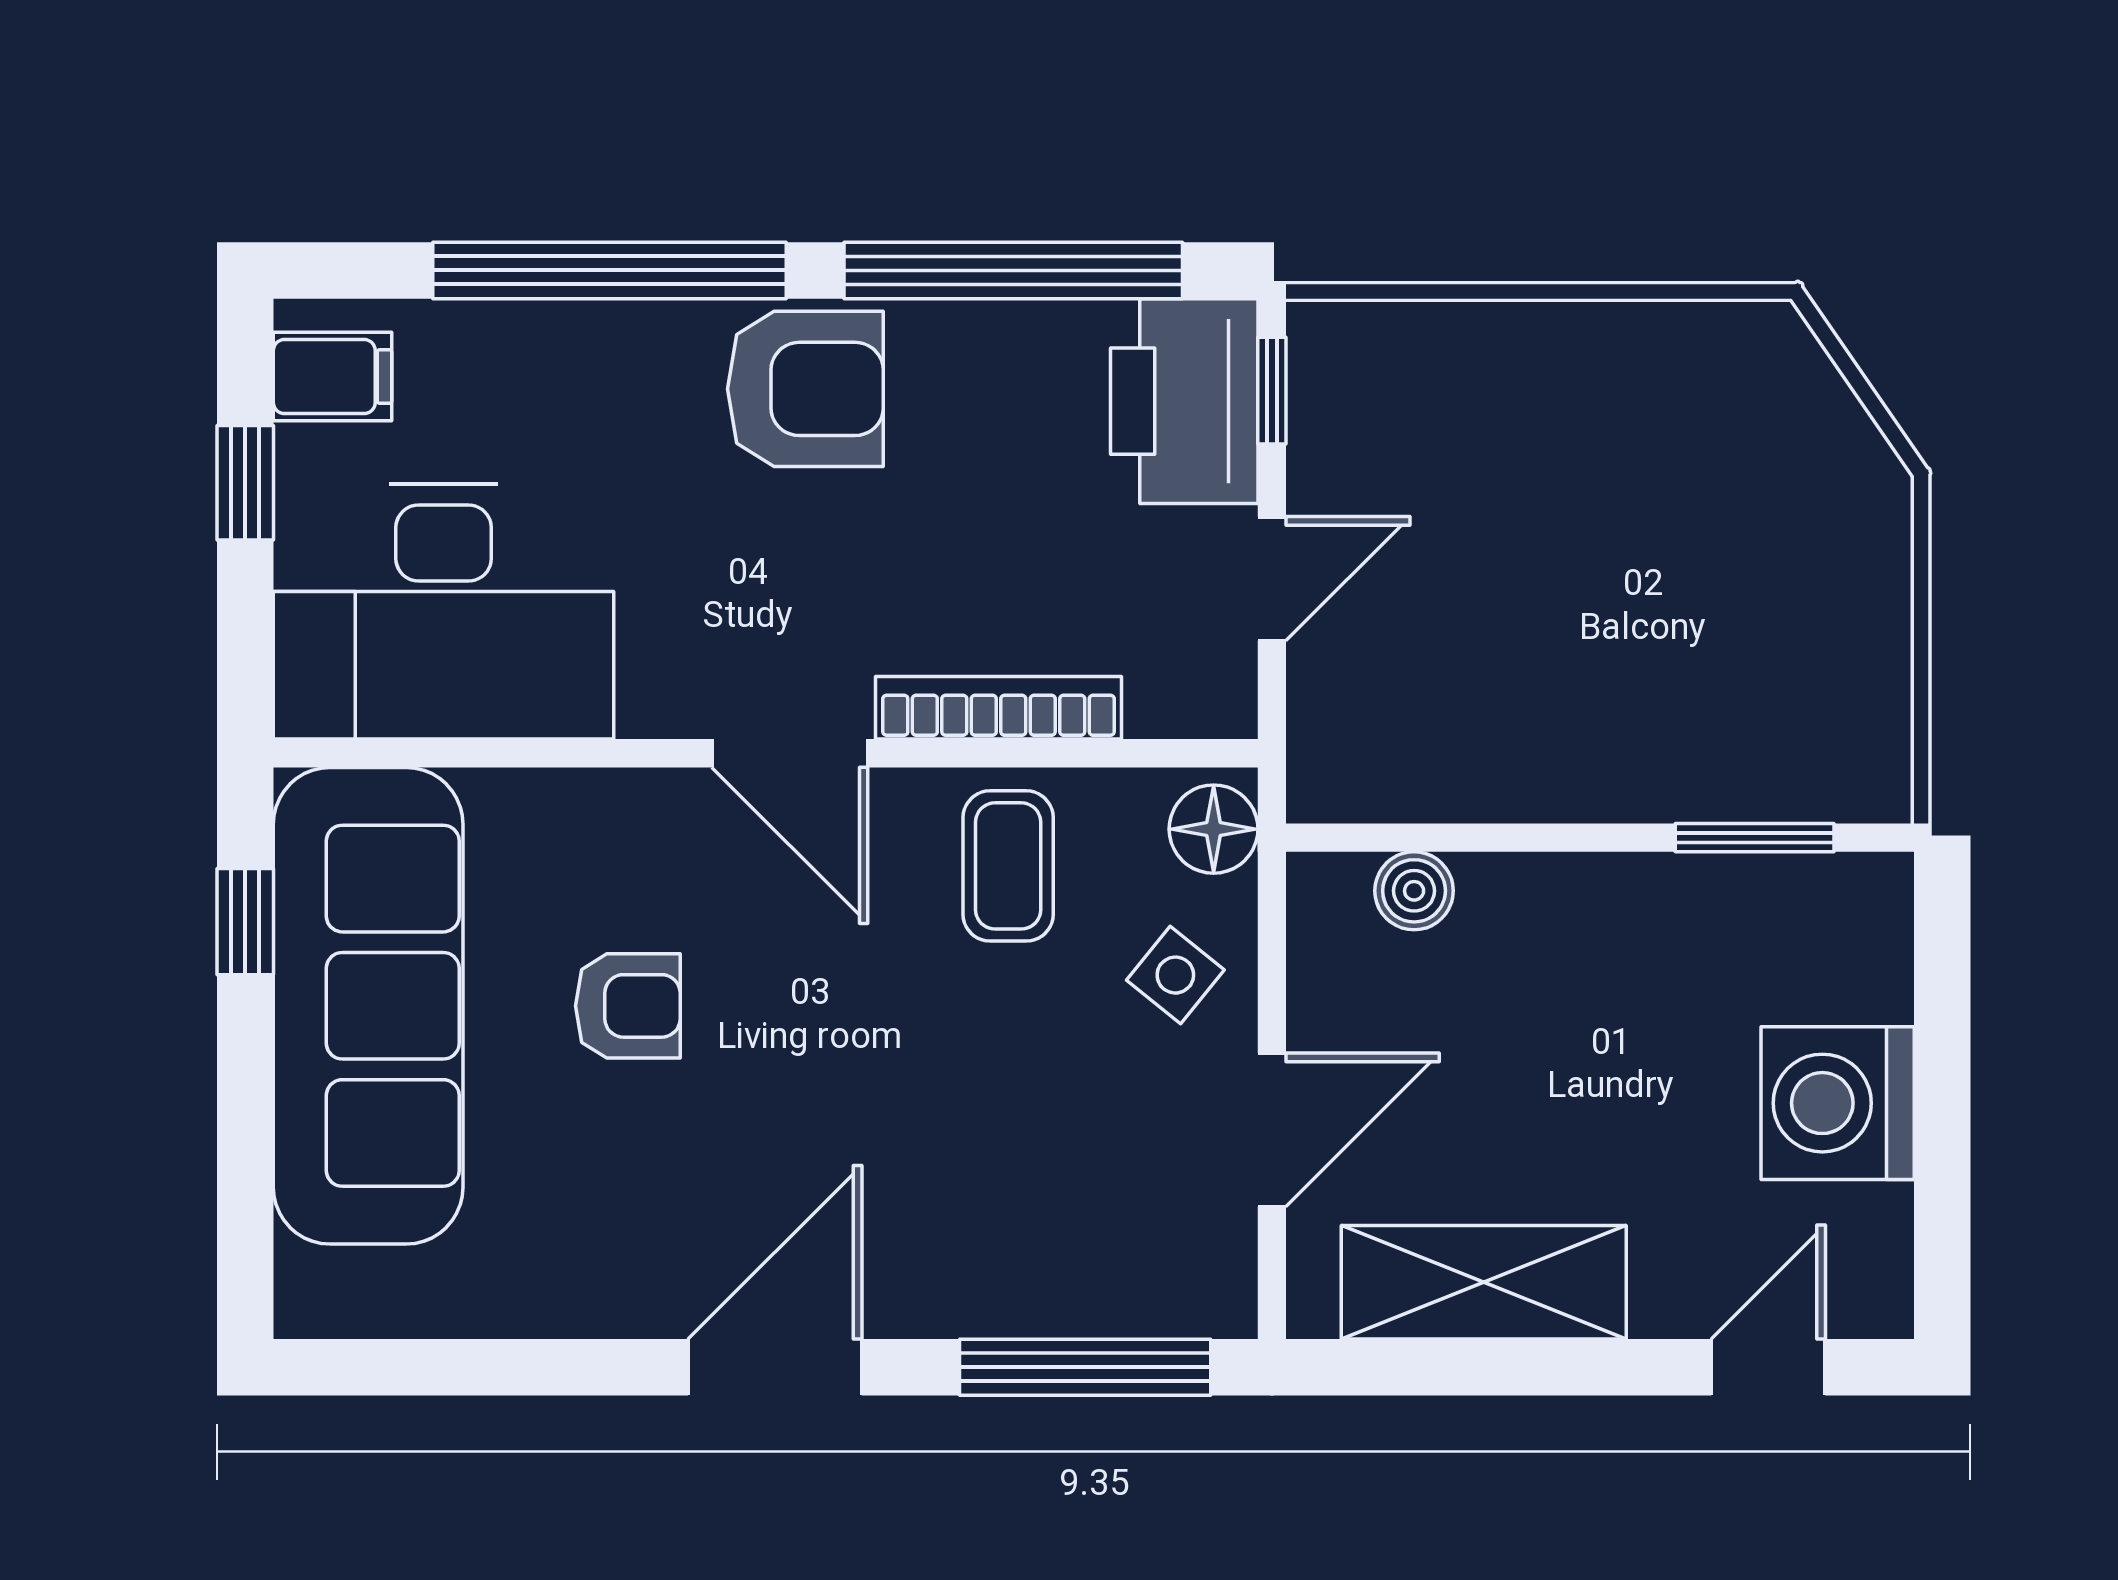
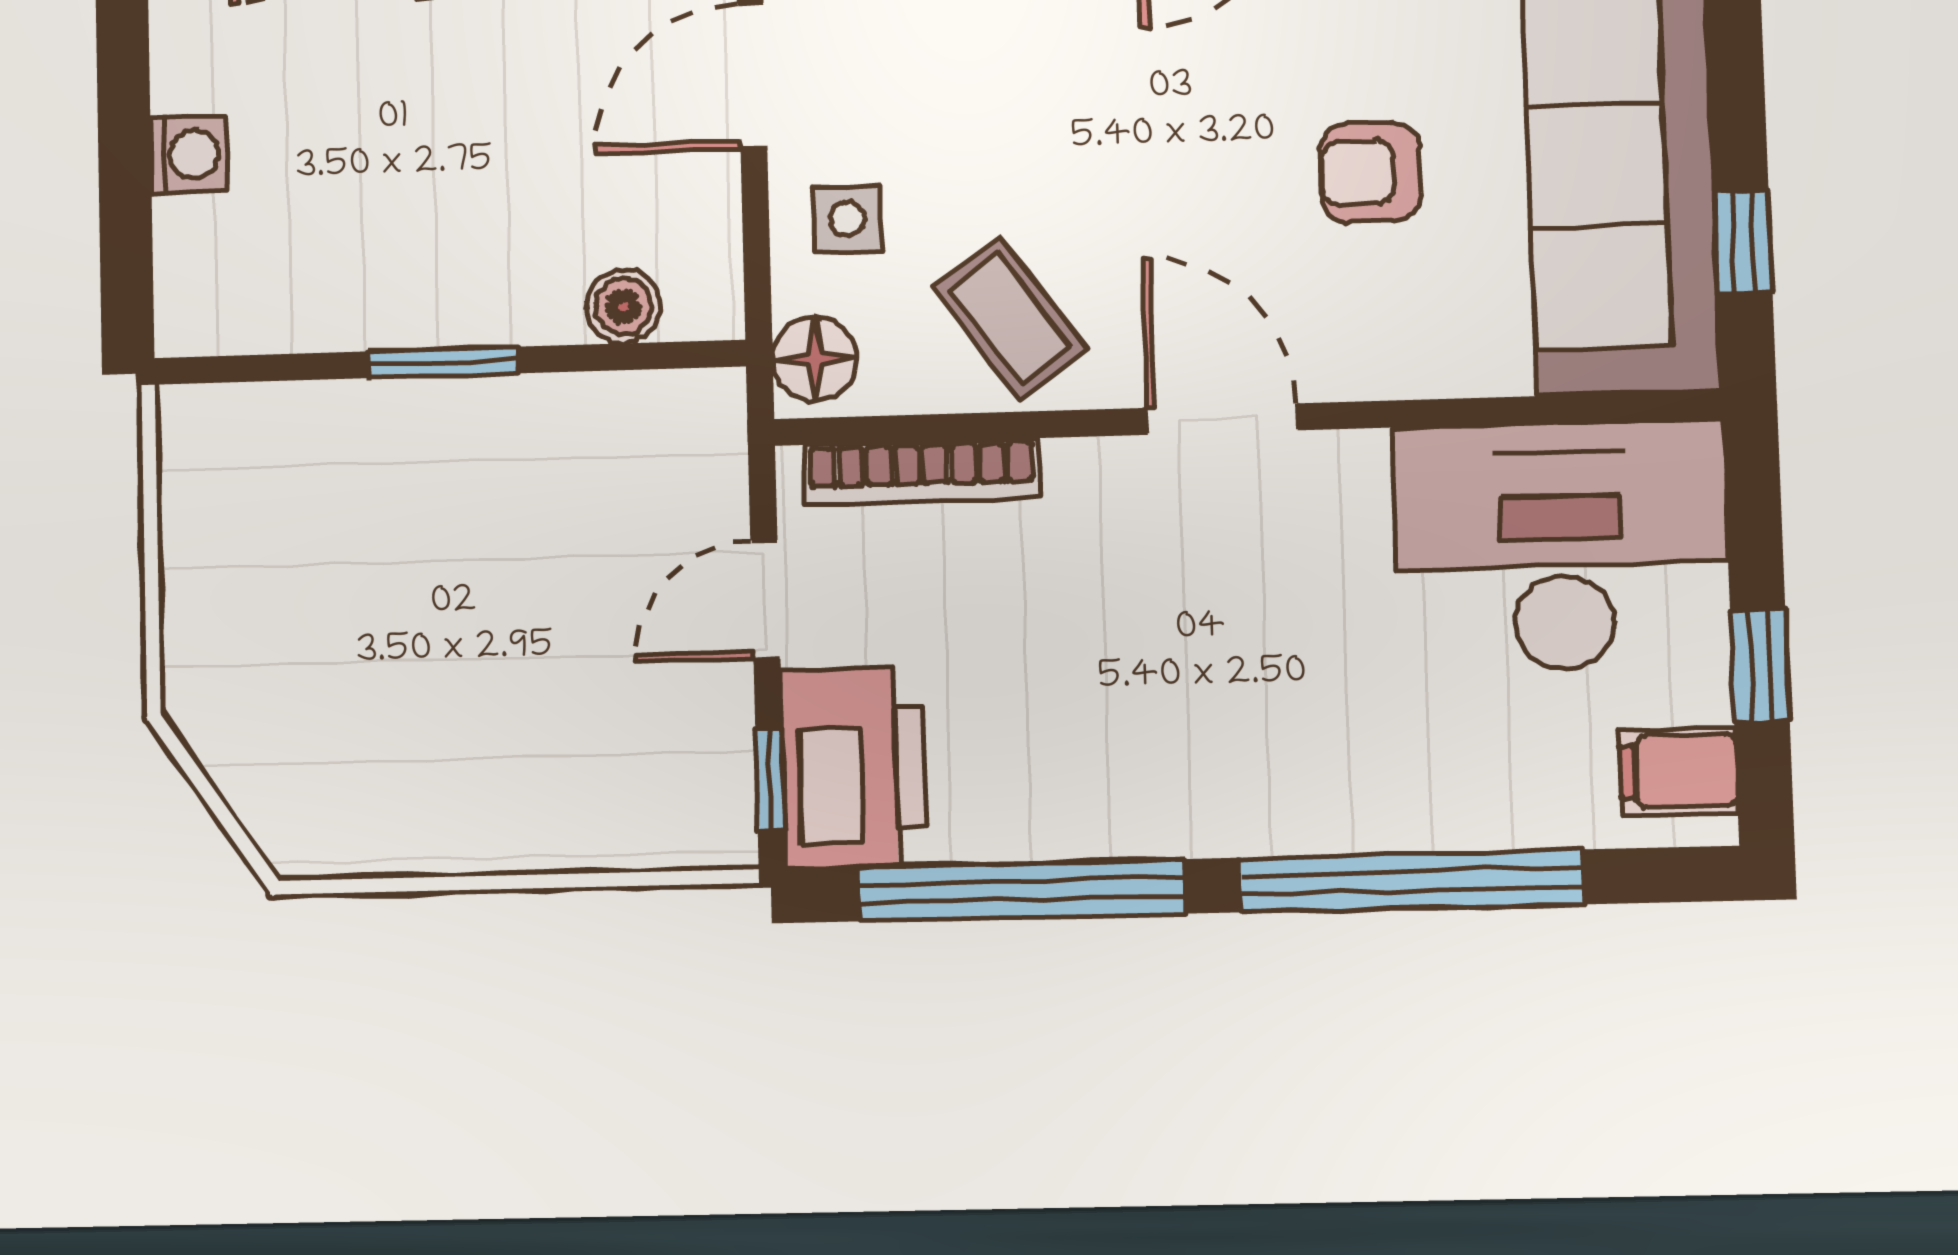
armchair: (805, 389) -> (1218, 771), removed
bookcase: (999, 708) -> (921, 472), moved
window: (1755, 838) -> (443, 362), moved
coffee table: (1008, 866) -> (1009, 318), turned -36
side table: (1175, 975) -> (847, 219), turned -38
washing machine: (1838, 1103) -> (189, 154), width x0.53, depth x0.53

